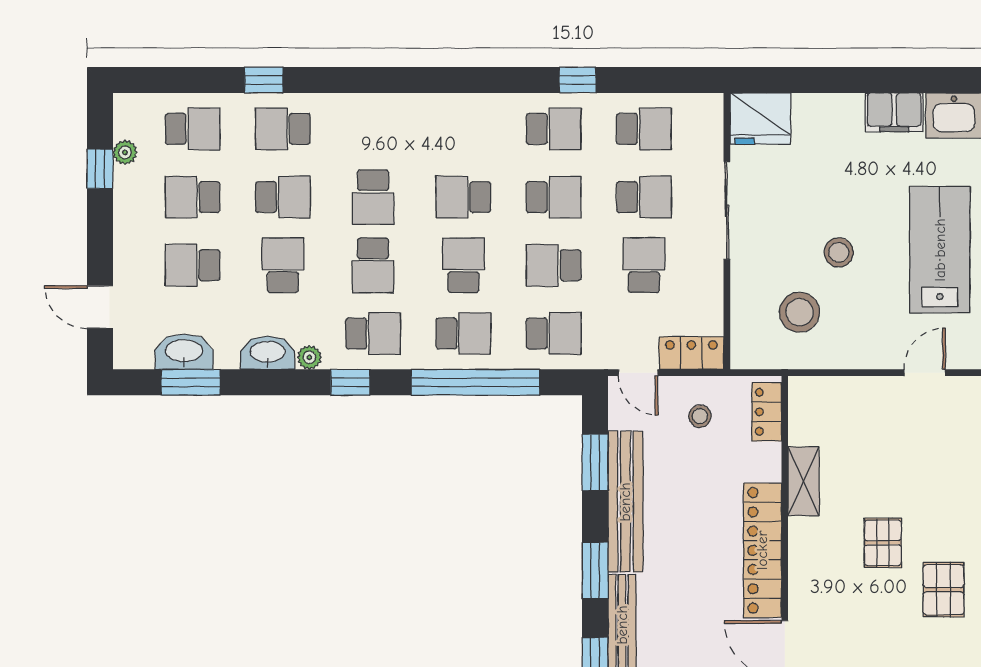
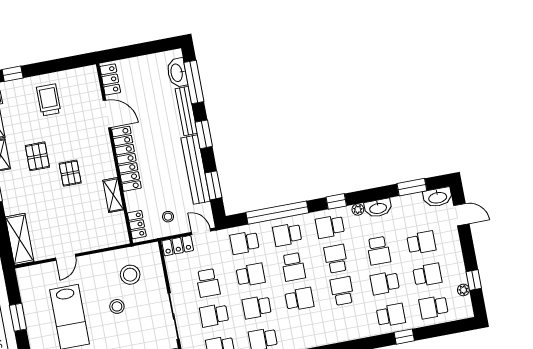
washbasin: (184, 352) -> (438, 197), moved

